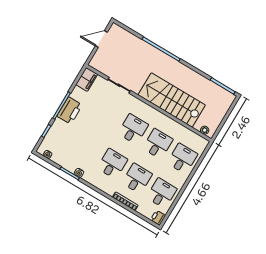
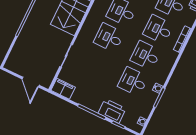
door: (101, 39) -> (31, 82), moved
printer: (70, 111) -> (112, 111), moved
desk: (88, 149) -> (133, 82), added

